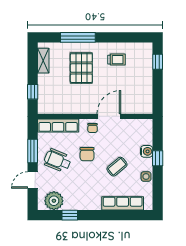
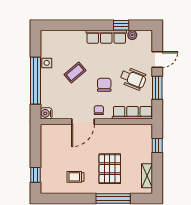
water cooler: (147, 151) -> (46, 113), moved
window: (158, 158) -> (35, 81), width x3.17
plant: (54, 201) -> (132, 35), width x0.53, depth x0.53
row of seats: (123, 203) -> (106, 37), moved

